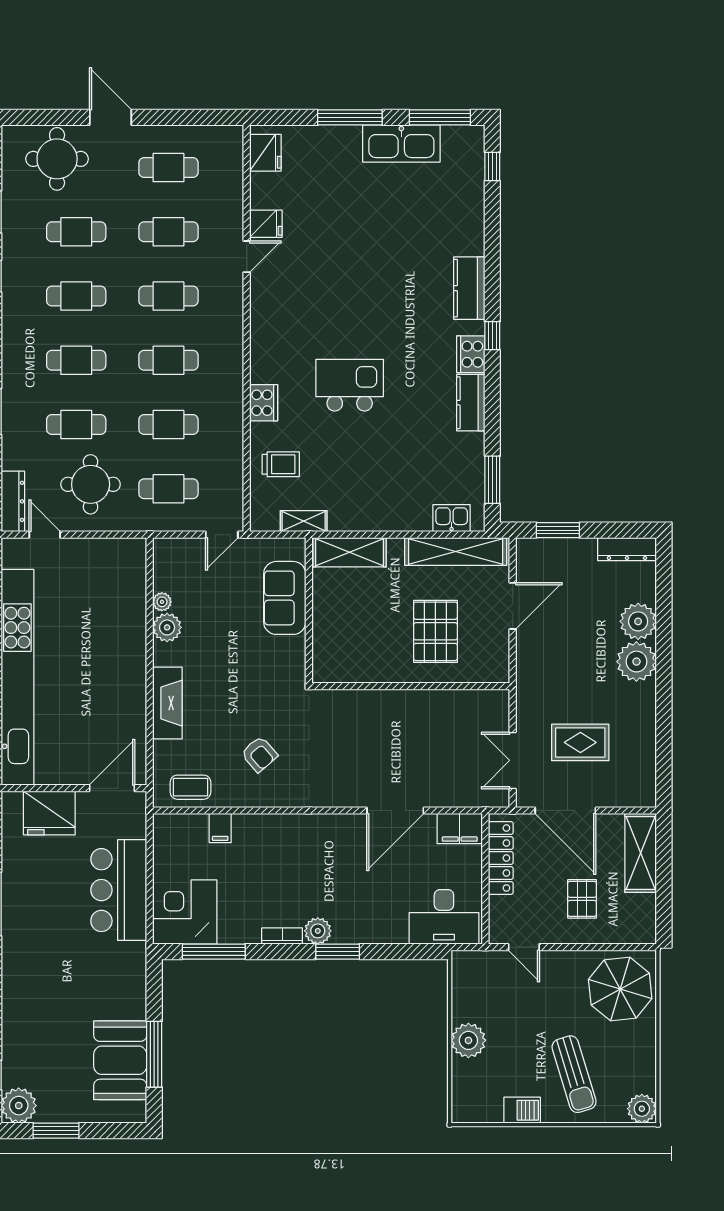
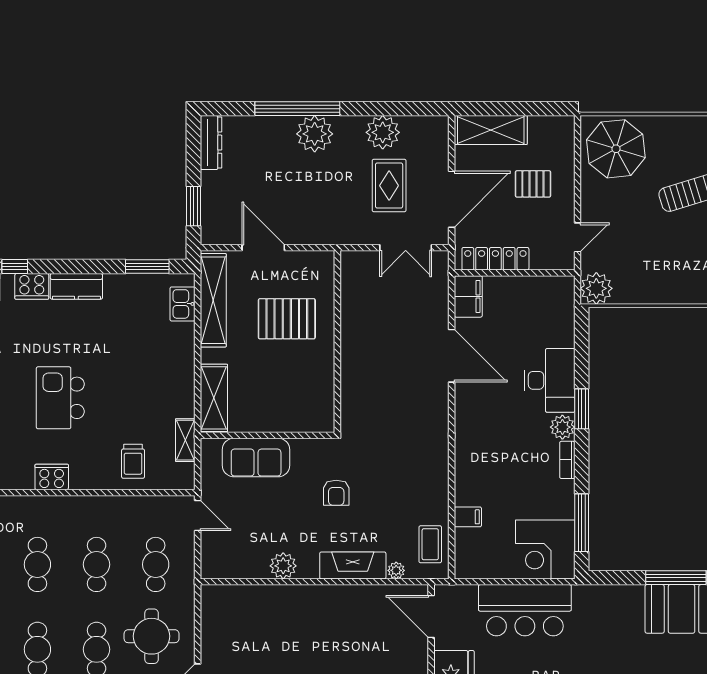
cooker: (264, 403) -> (52, 477), moved
trolley: (281, 464) -> (133, 461), turned 180
plant: (162, 602) -> (396, 570), moved
plant: (638, 621) -> (383, 132), moved
window: (664, 643) -> (297, 109), added
armchair: (259, 754) -> (336, 493), moved, turned 131
desk: (444, 917) -> (550, 380), moved
plant: (468, 1040) -> (596, 288), moved

